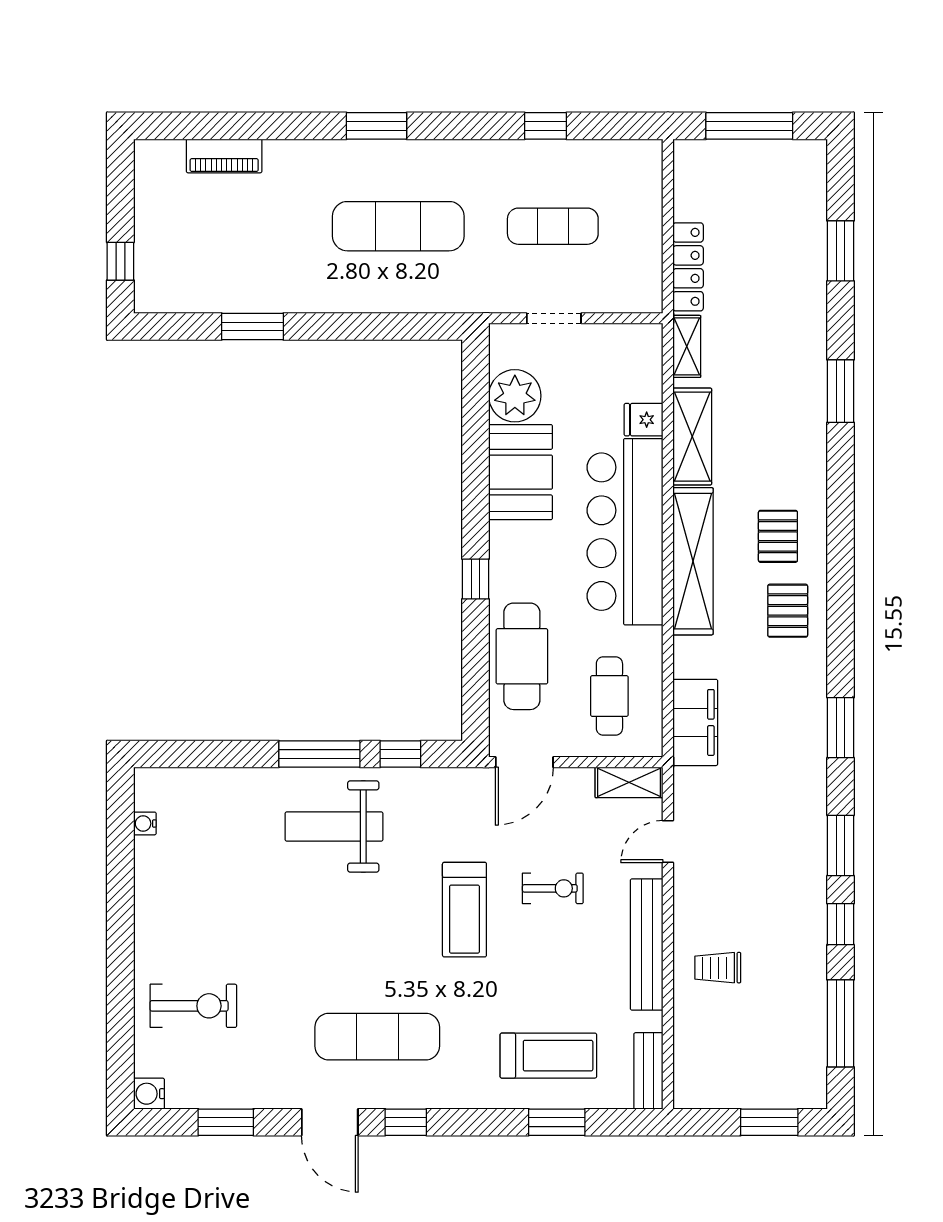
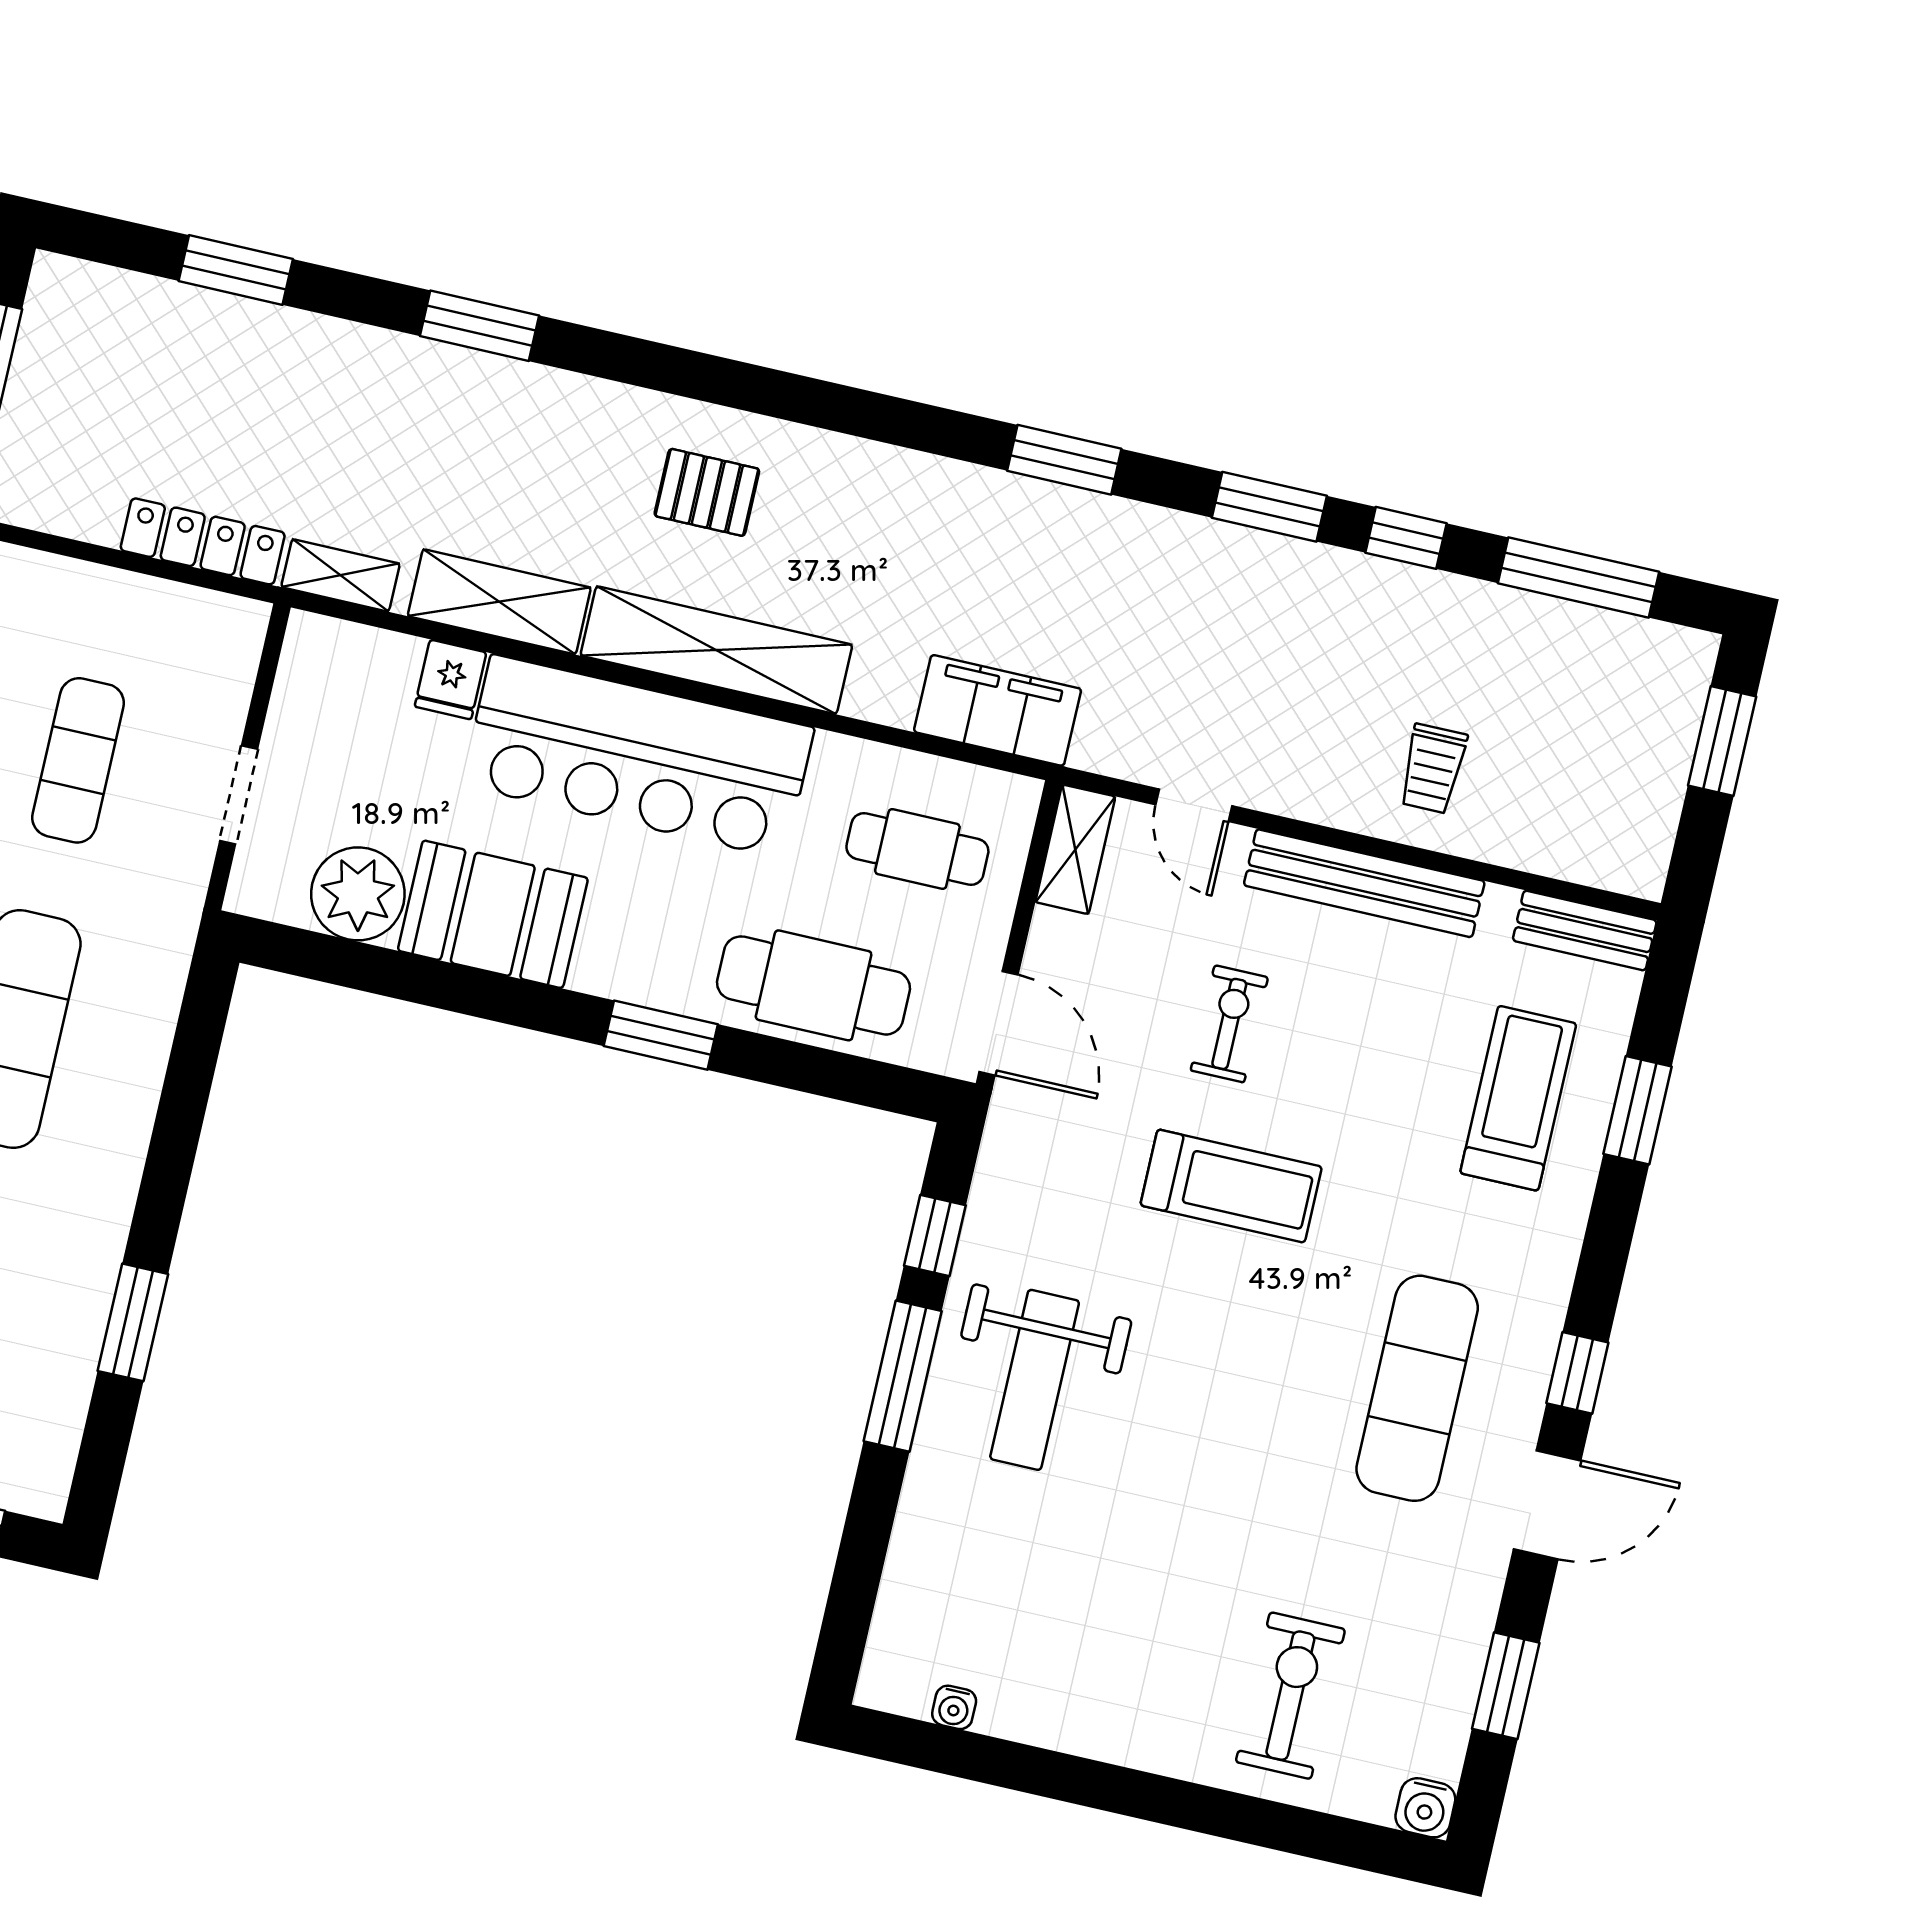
window: (476, 579) -> (661, 1035), width x1.50
pallet: (788, 611) -> (840, 505), removed

